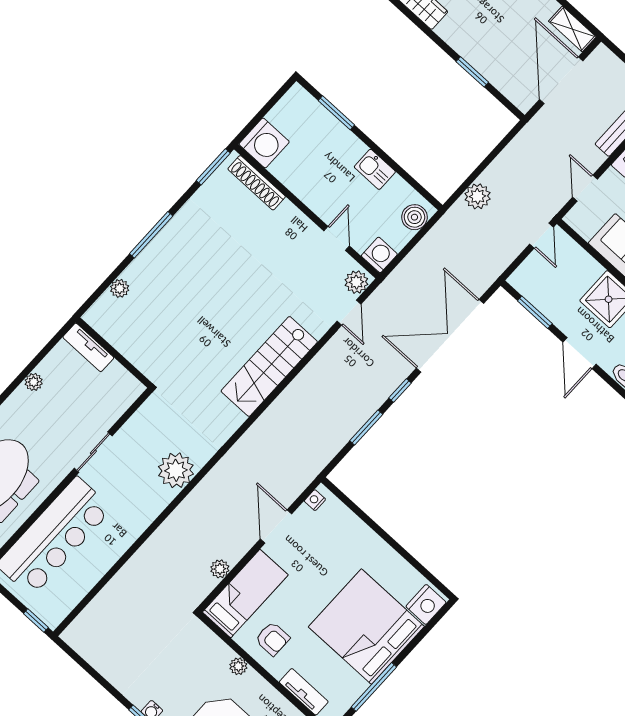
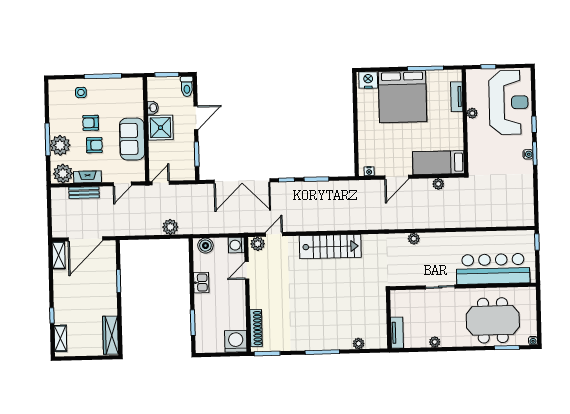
plant: (176, 470) -> (414, 239), width x0.53, depth x0.53
armchair: (272, 639) -> (447, 132), removed
plant: (238, 666) -> (472, 113), moved

